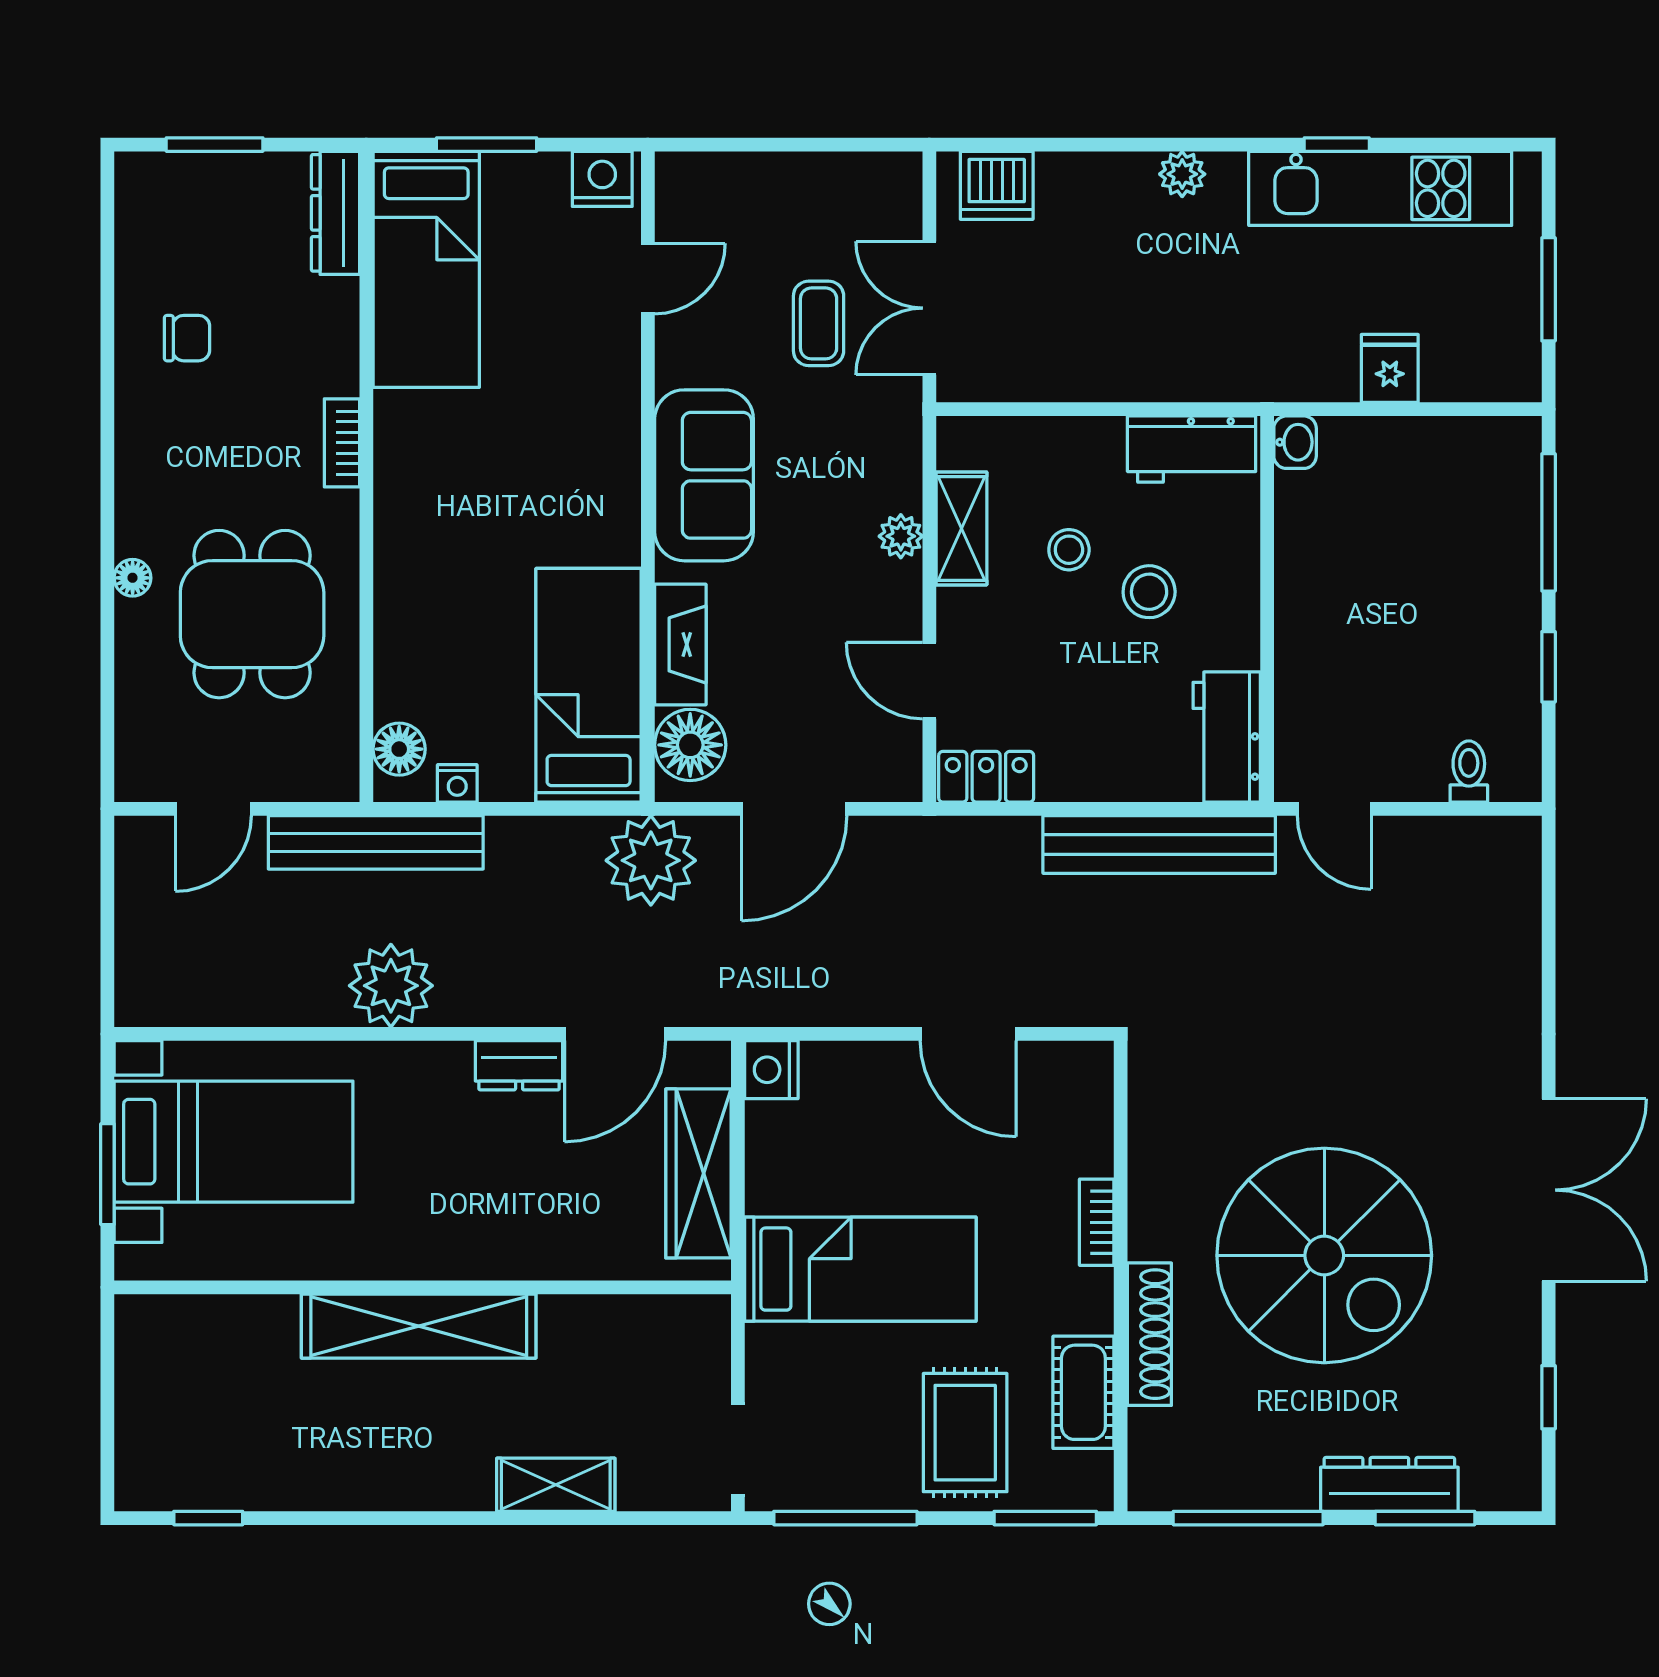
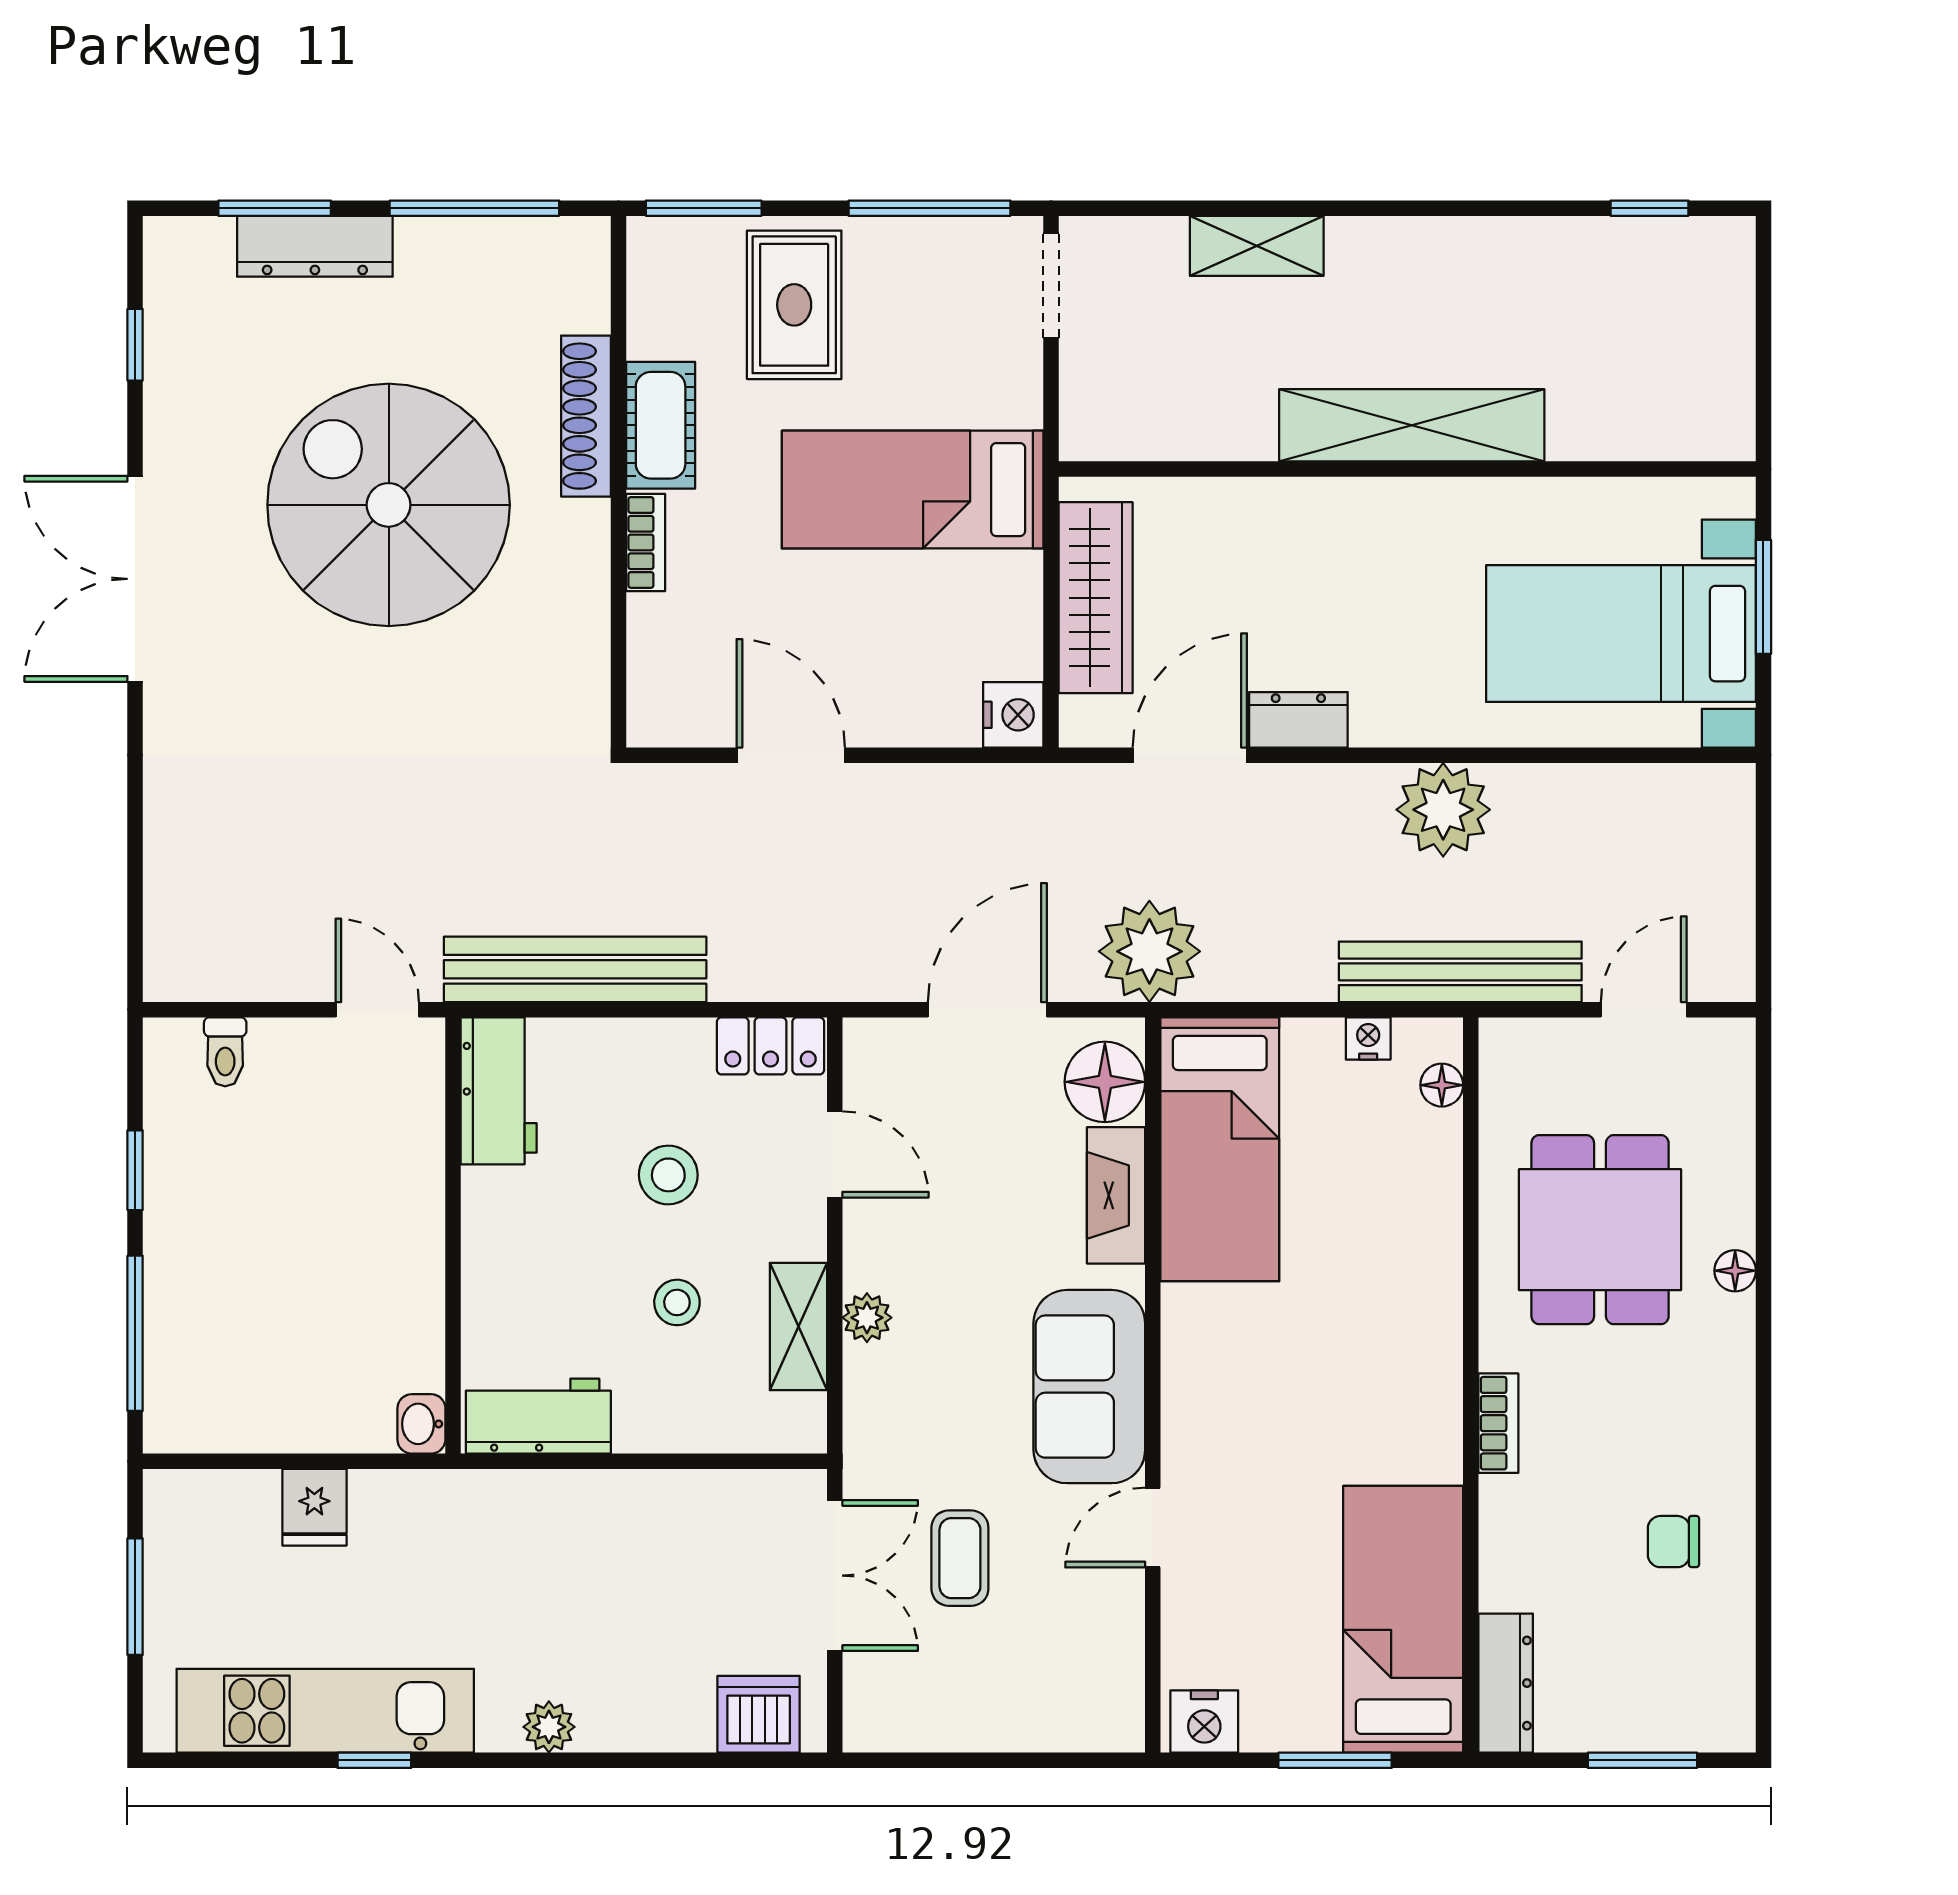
door: (648, 279) -> (1153, 1527), moved
stool: (1149, 592) -> (668, 1175), moved
floor lamp: (399, 749) -> (1442, 1085), width x0.73, depth x0.73
cot: (1083, 1392) -> (661, 425), moved

